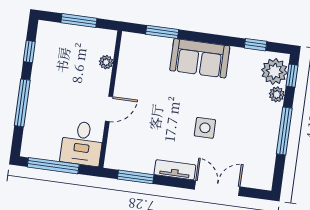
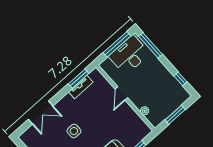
window: (22, 103) -> (151, 45), moved
desk: (82, 143) -> (129, 55), moved, width x1.37
tv unit: (175, 170) -> (81, 87), moved

